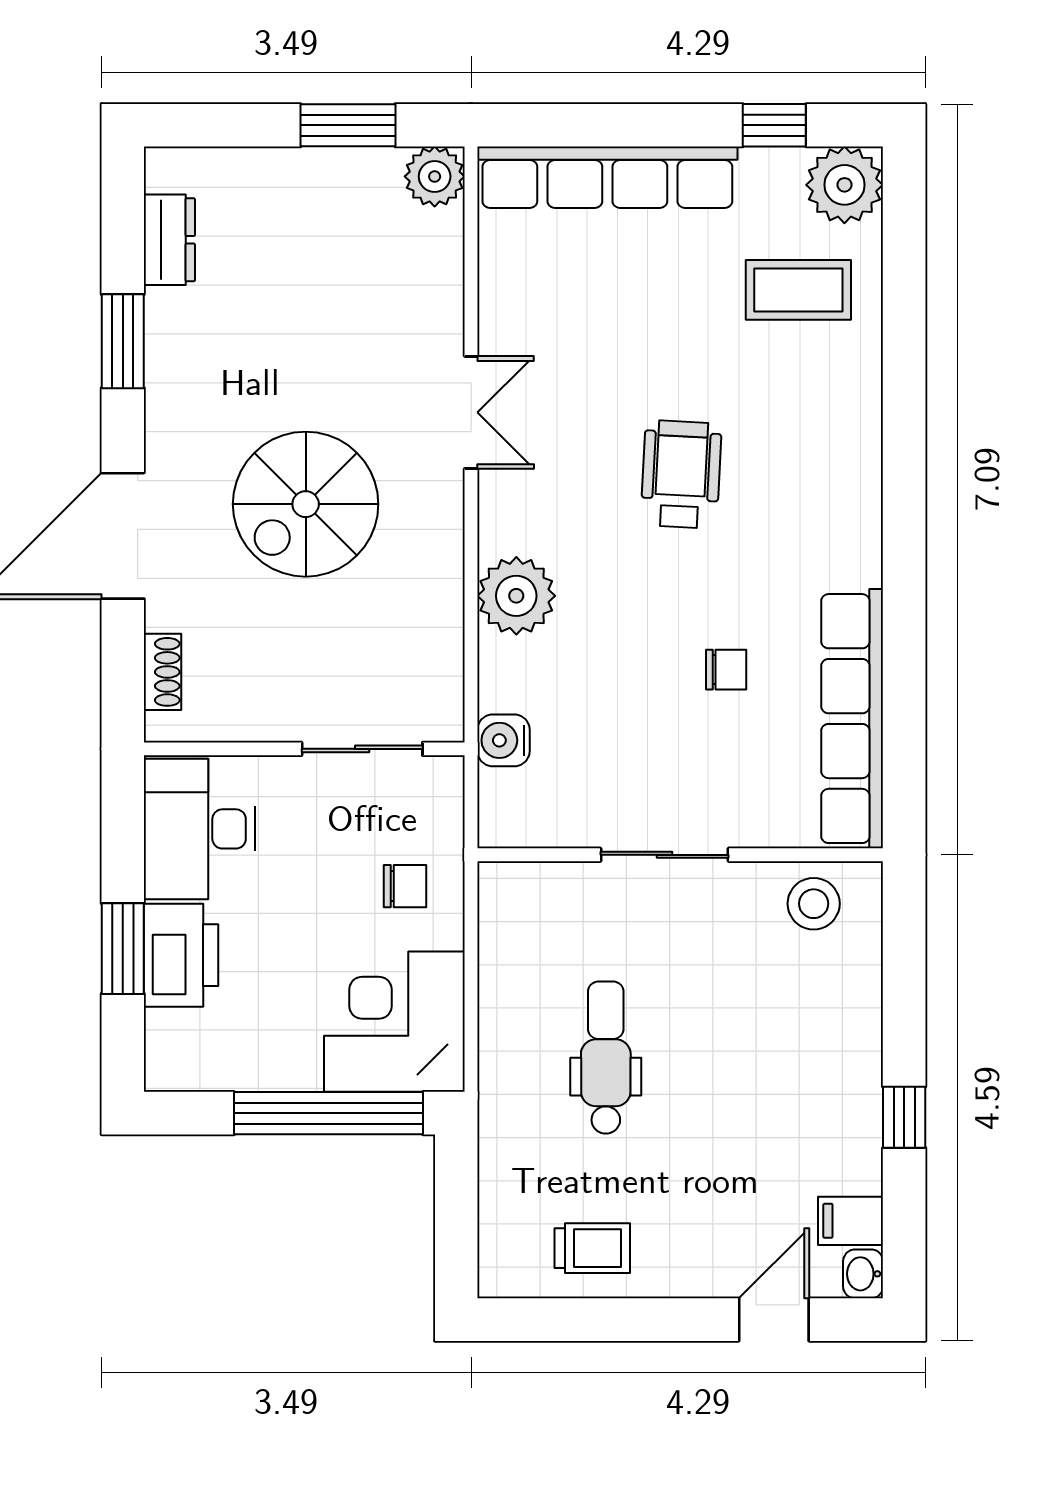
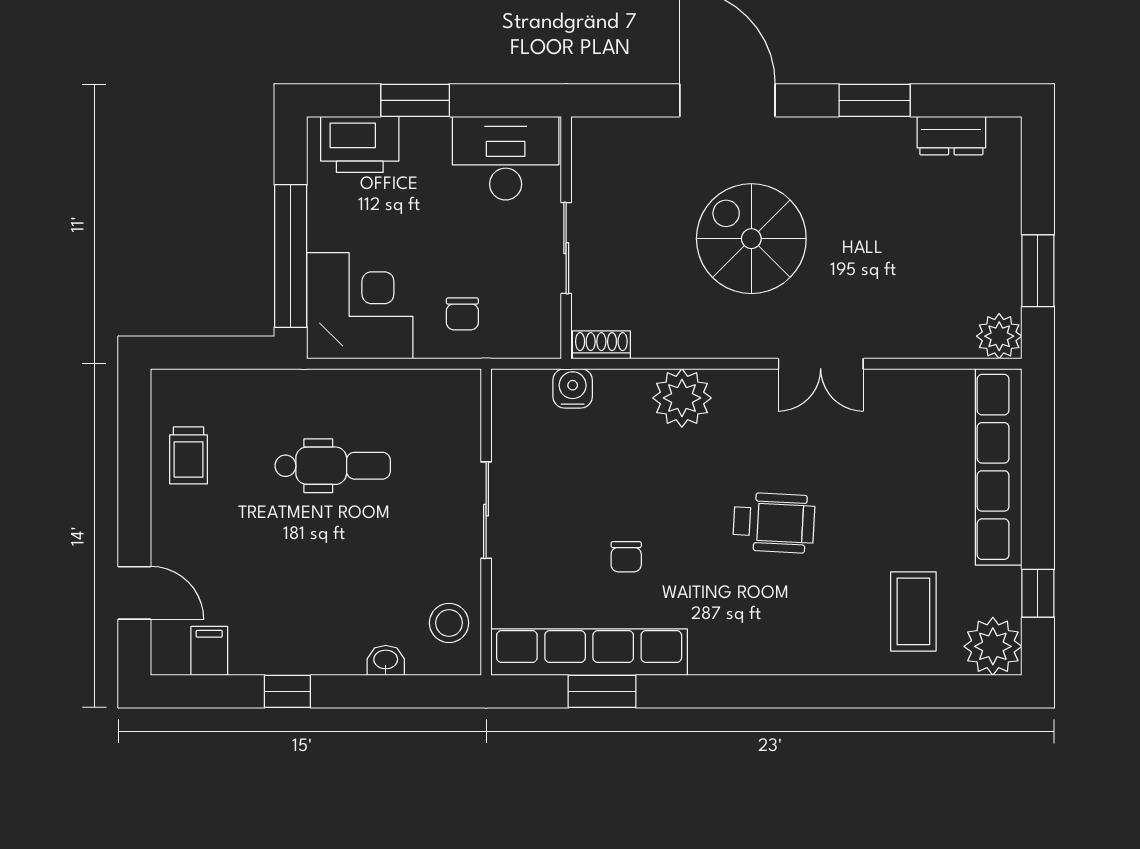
shoe rack: (162, 672) -> (601, 345), moved, turned 180
window: (904, 701) -> (602, 691), added
sliding door: (362, 749) -> (566, 248), moved
printer: (181, 955) -> (360, 144), moved
washbasin: (863, 1274) -> (386, 660), moved

